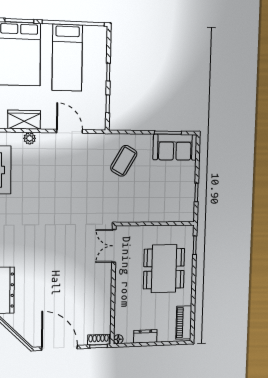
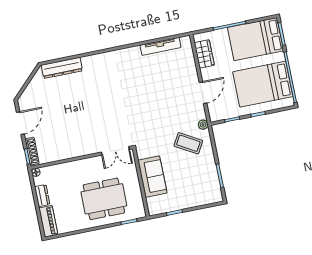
bed: (67, 58) -> (263, 84), width x1.50
plant: (30, 138) -> (203, 125), moved
sofa: (175, 147) -> (152, 177), moved, turned 180
double door: (114, 246) -> (115, 151), swing flipped
piano: (184, 323) -> (48, 221), moved, turned 90
shoe rack: (99, 340) -> (32, 151), width x1.43
door: (59, 348) -> (20, 123), width x0.73

